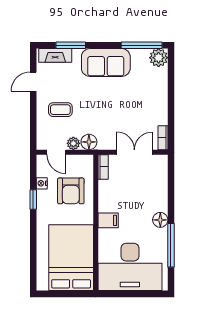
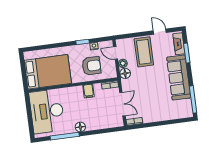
plant: (159, 58) -> (186, 112), removed
sofa: (106, 63) -> (179, 78), width x1.36
coffee table: (60, 110) -> (144, 52), width x1.86, depth x1.72
door: (56, 152) -> (116, 53), hinge flipped
armchair: (71, 191) -> (91, 66), turned 180
filing cabinet: (108, 220) -> (89, 91), moved

